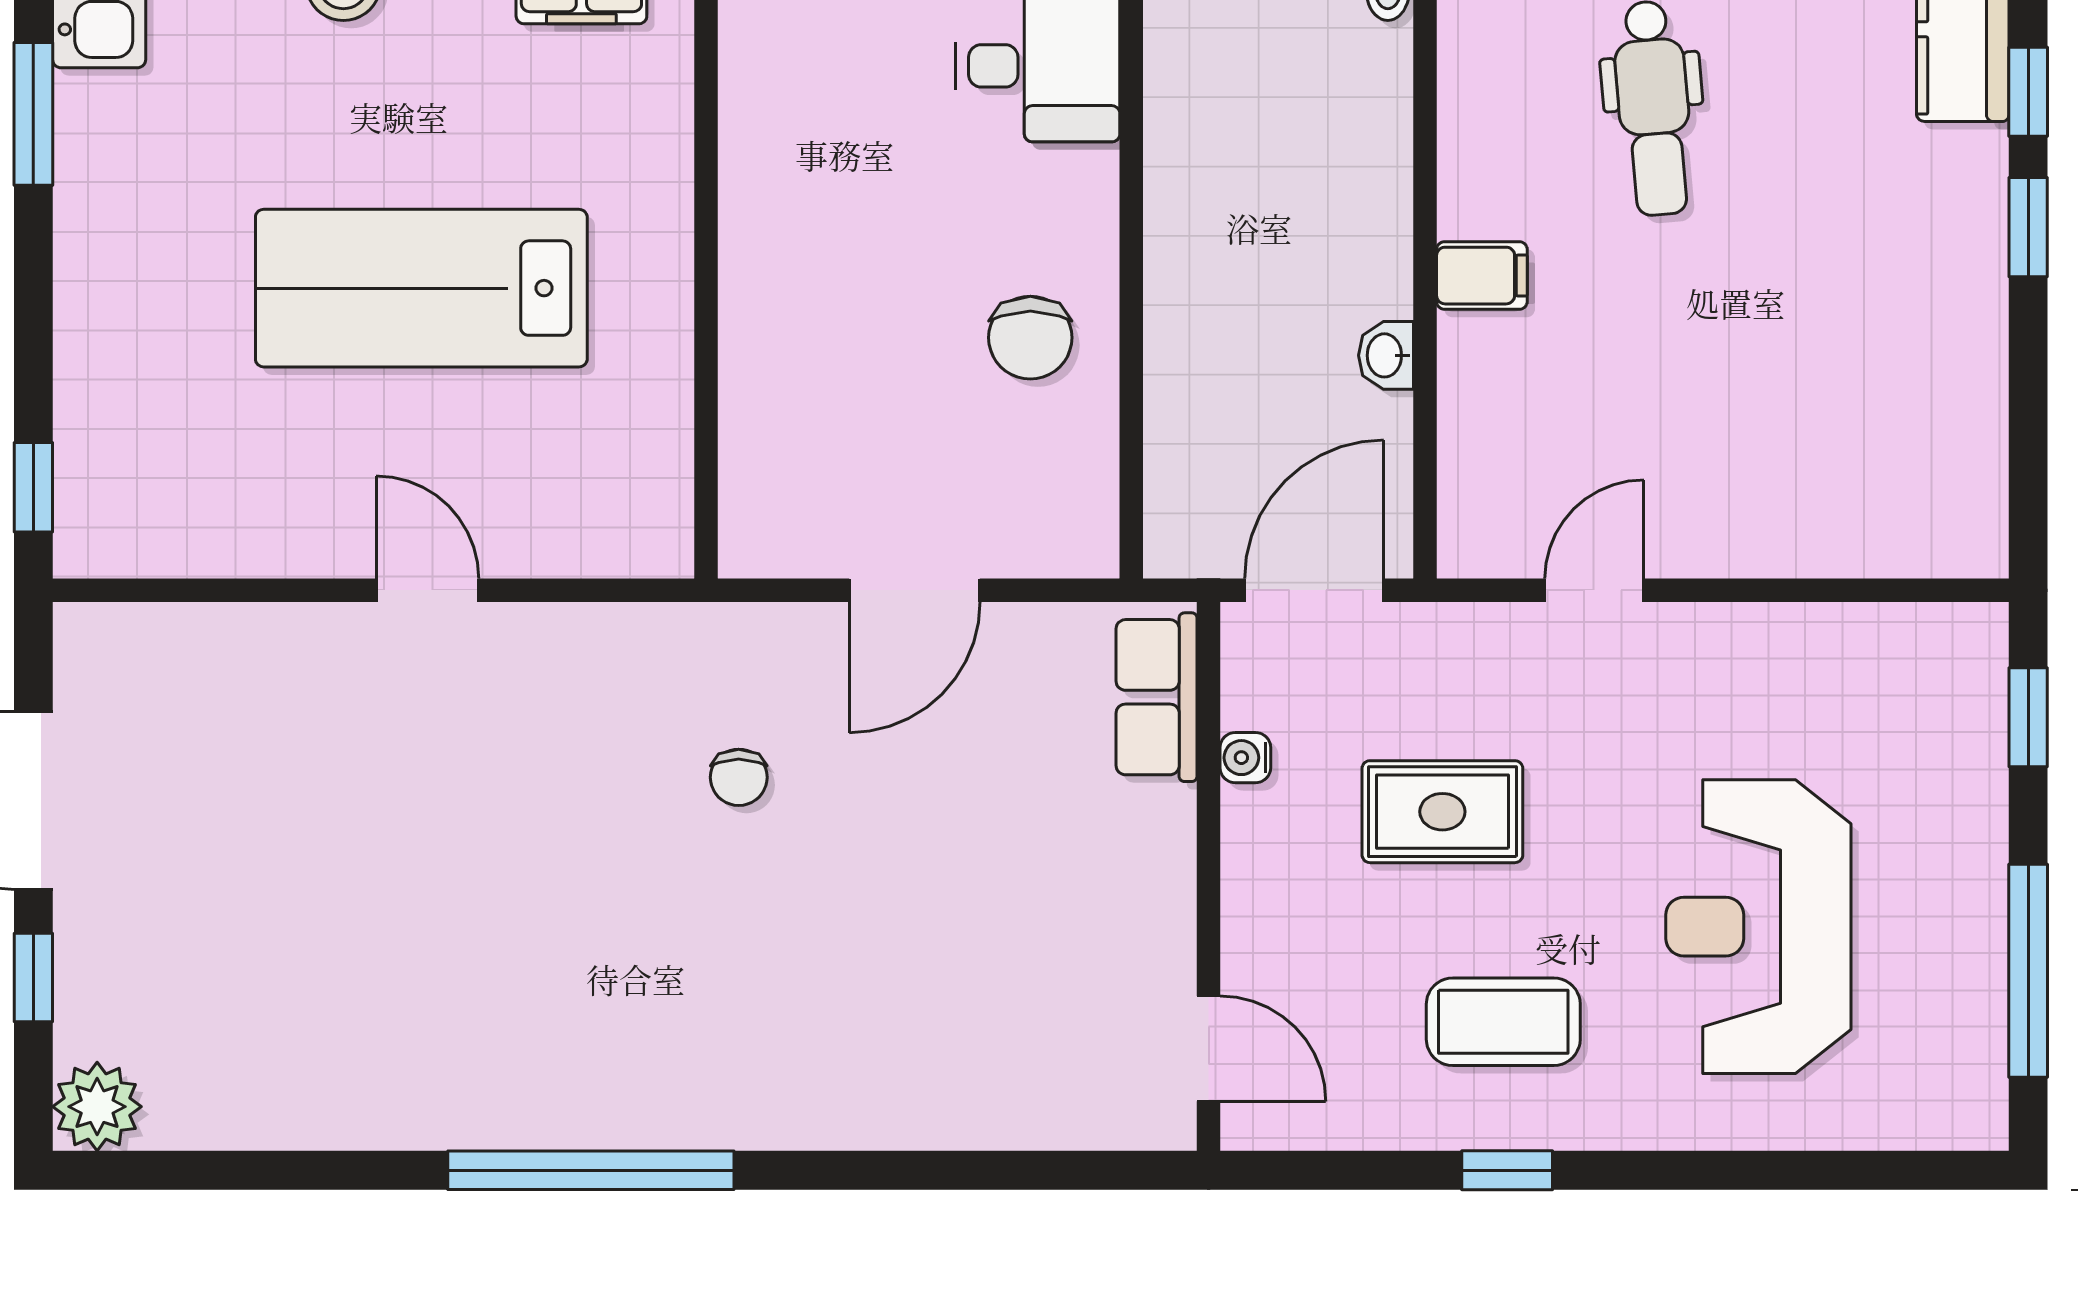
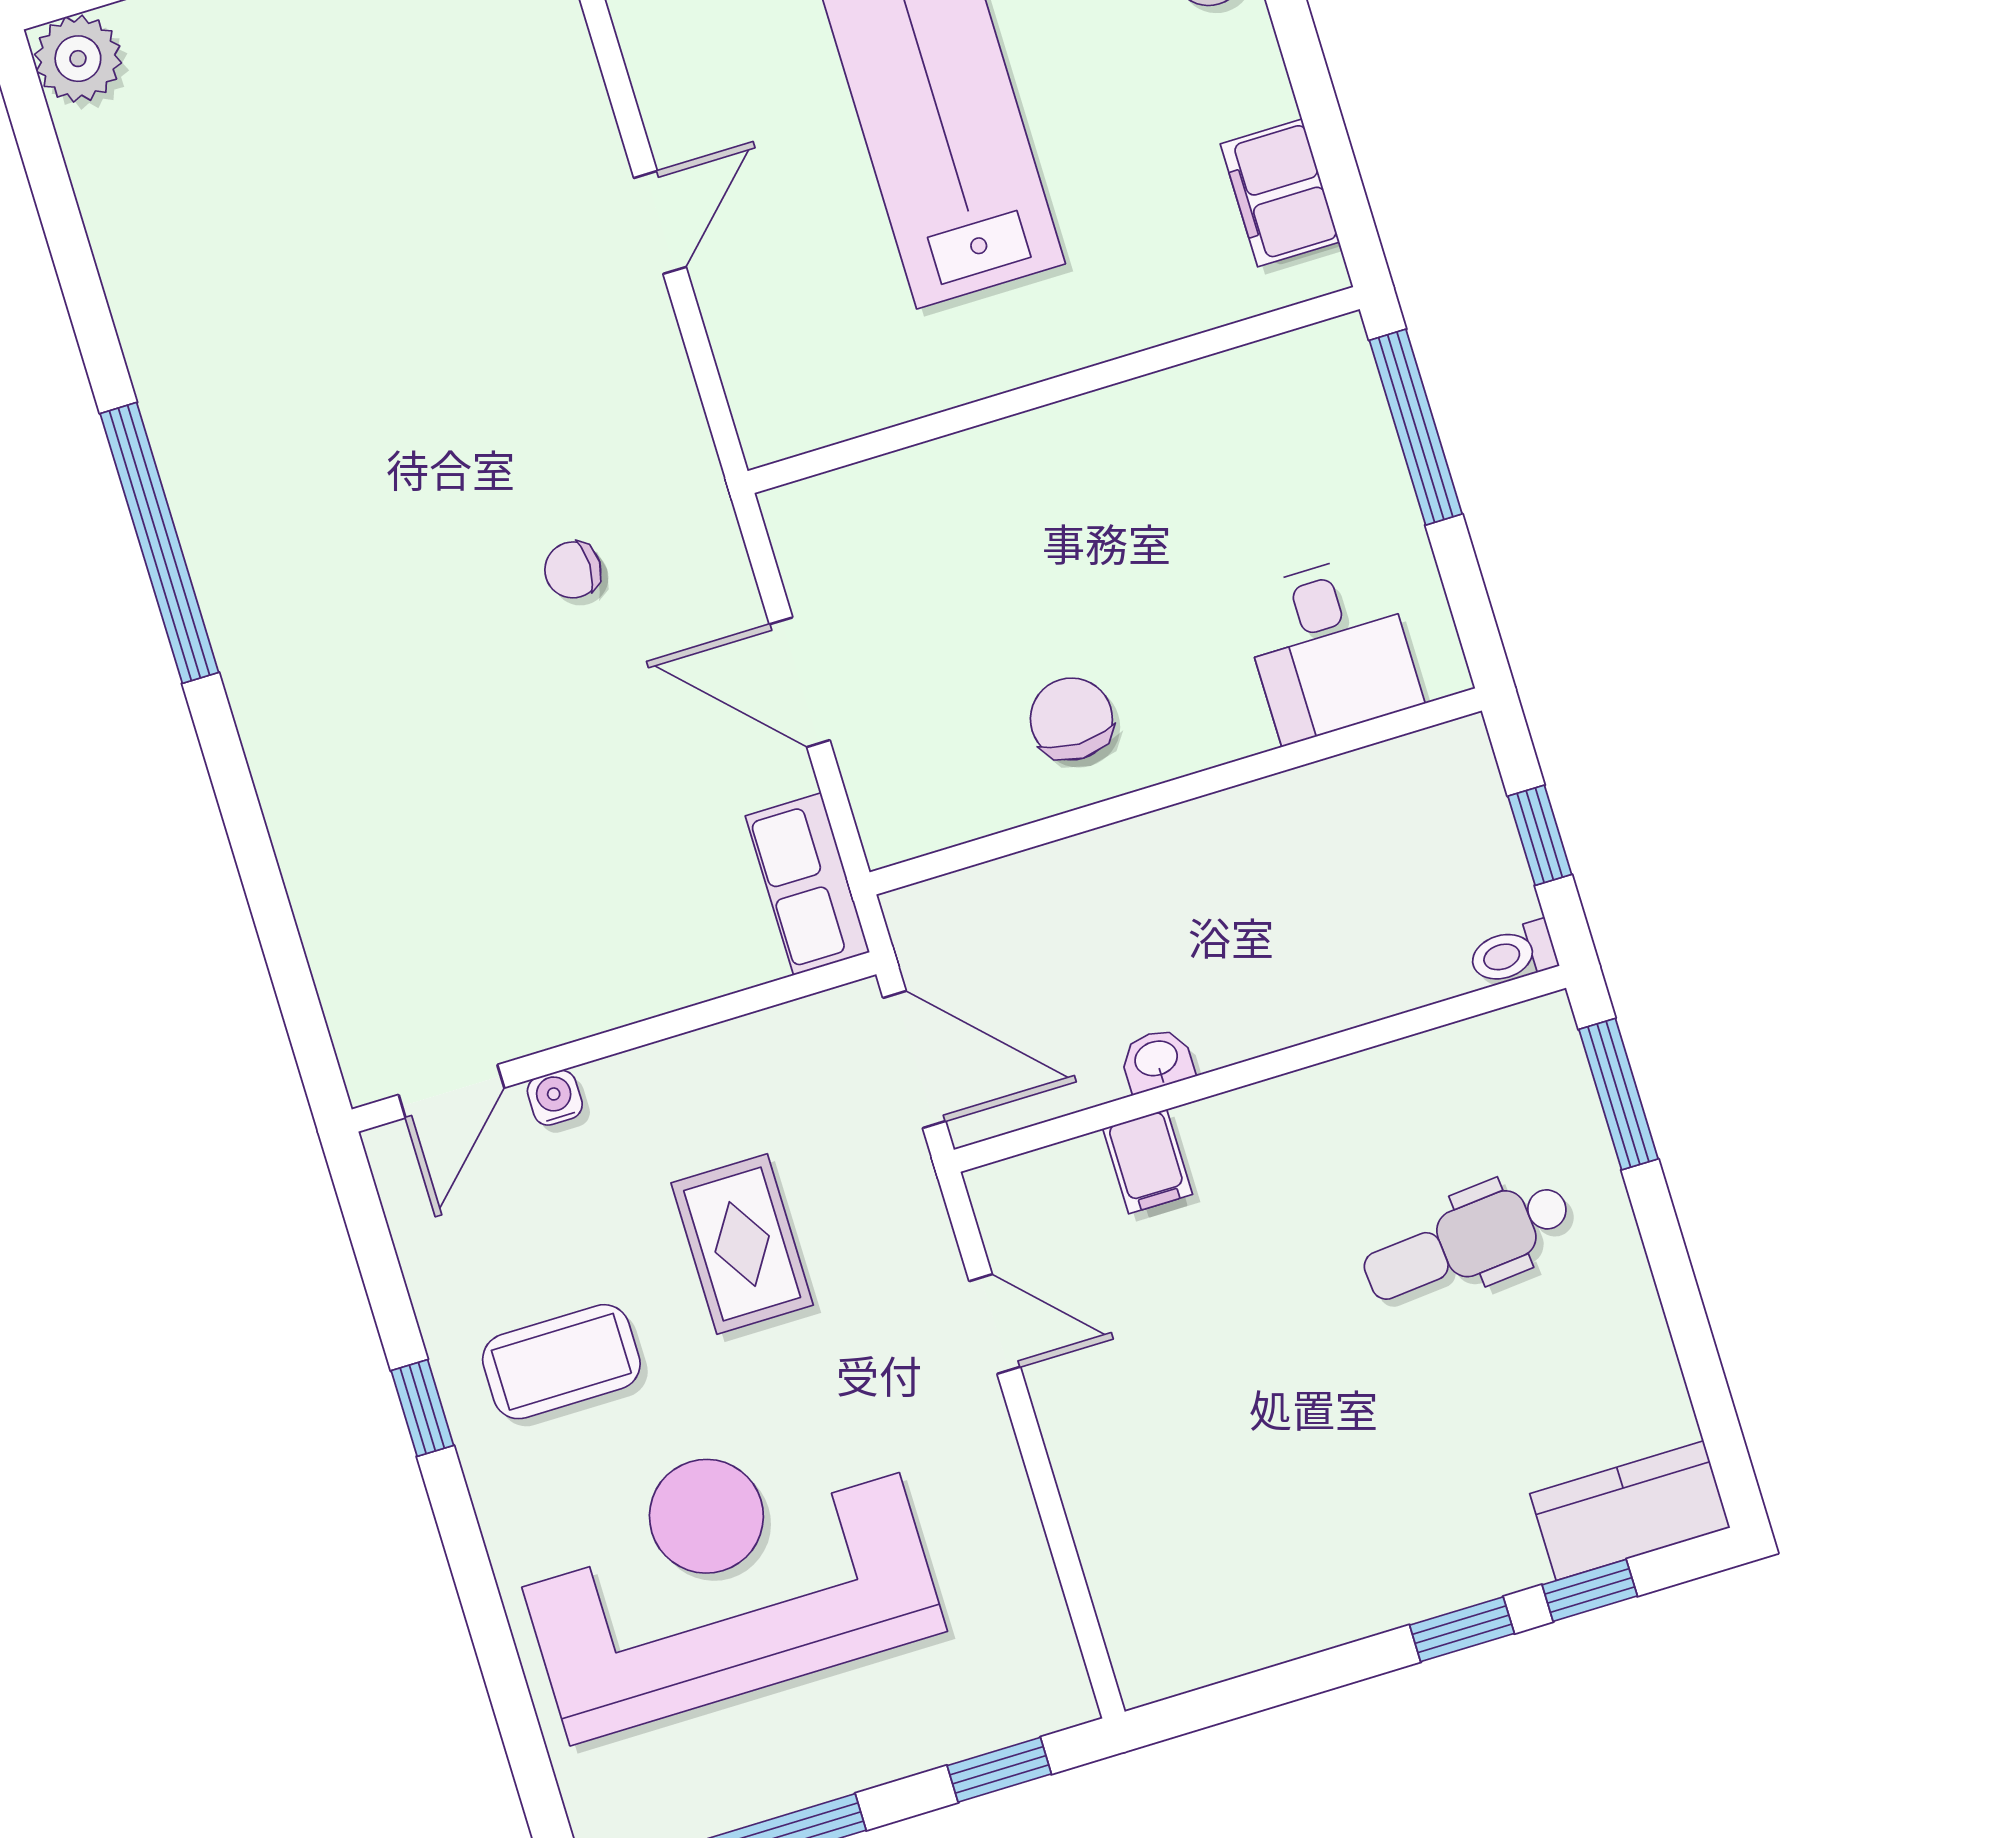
filing cabinet: (1482, 276) -> (1148, 1162), moved
chair: (1030, 338) -> (1071, 719), turned 90
row of seats: (1157, 697) -> (807, 884), moved, turned -90
water cooler: (1245, 758) -> (555, 1098), moved
reception desk: (1758, 927) -> (724, 1575), width x1.36, depth x1.30
coffee table: (1503, 1022) -> (561, 1362), turned 90

